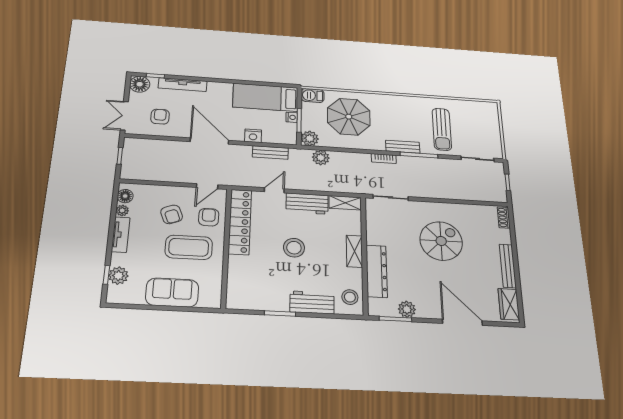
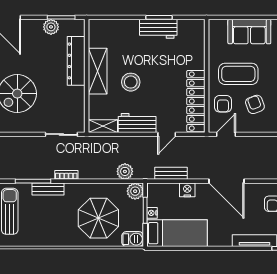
stool: (294, 248) -> (131, 82), moved
shelving: (354, 251) -> (98, 71), width x1.50, depth x1.33
stool: (350, 297) -> (100, 35), removed
workbench: (312, 302) -> (158, 29), moved

